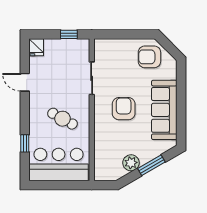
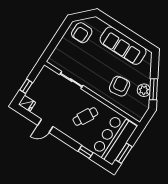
window: (69, 34) -> (26, 86), moved
armchair: (124, 109) -> (120, 86), moved, turned 82
window: (151, 165) -> (154, 89), moved
window: (50, 185) -> (124, 153), added

